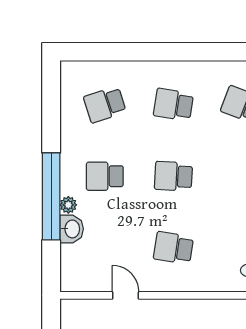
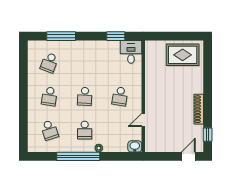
window: (51, 196) -> (78, 156), moved
washbasin: (72, 229) -> (135, 146), moved

